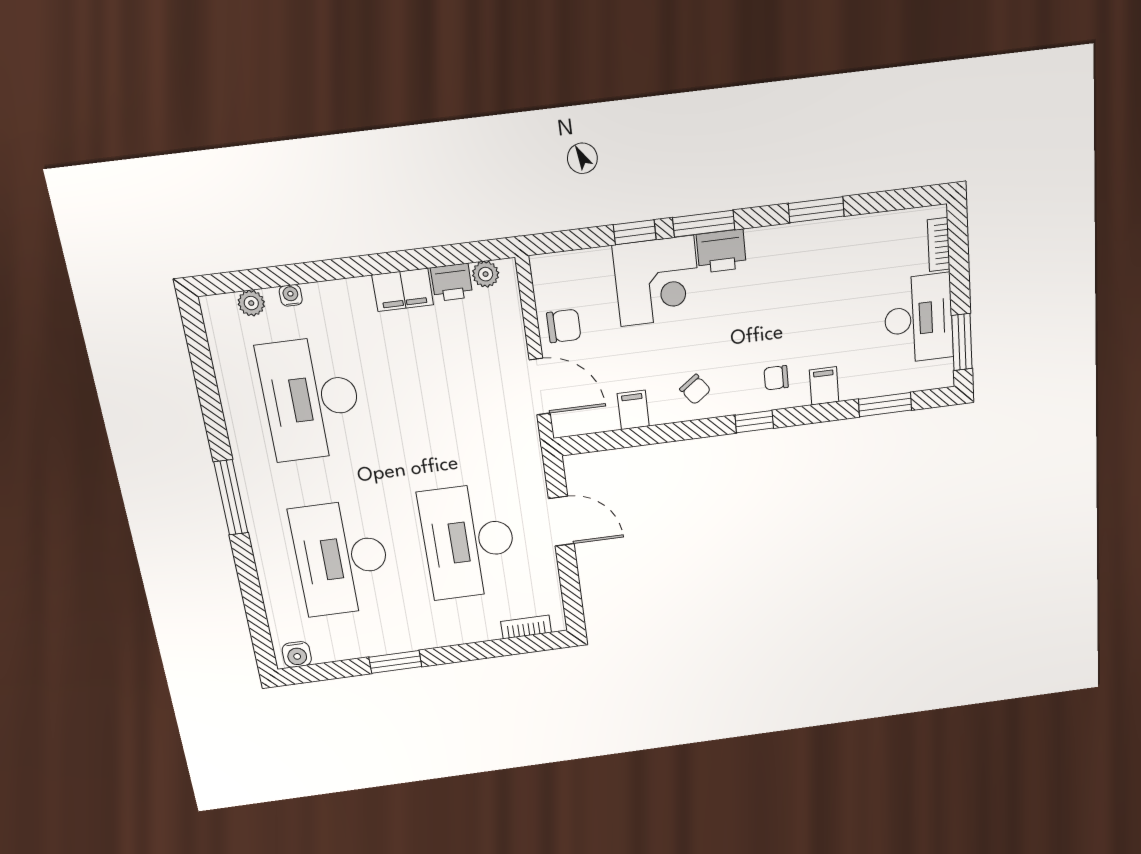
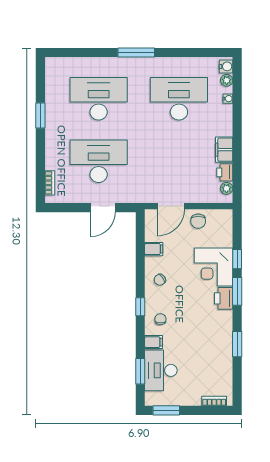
desk: (919, 319) -> (161, 370), moved, turned 90
water cooler: (297, 654) -> (226, 66), moved, turned 180

